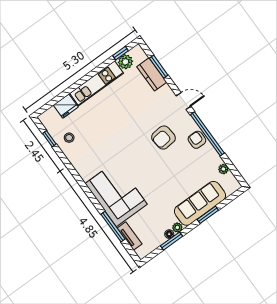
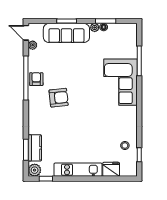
plant: (125, 62) -> (35, 170), moved
door: (184, 101) -> (26, 33), moved
armchair: (197, 140) -> (36, 79), turned 180
tv unit: (130, 236) -> (132, 46), removed

